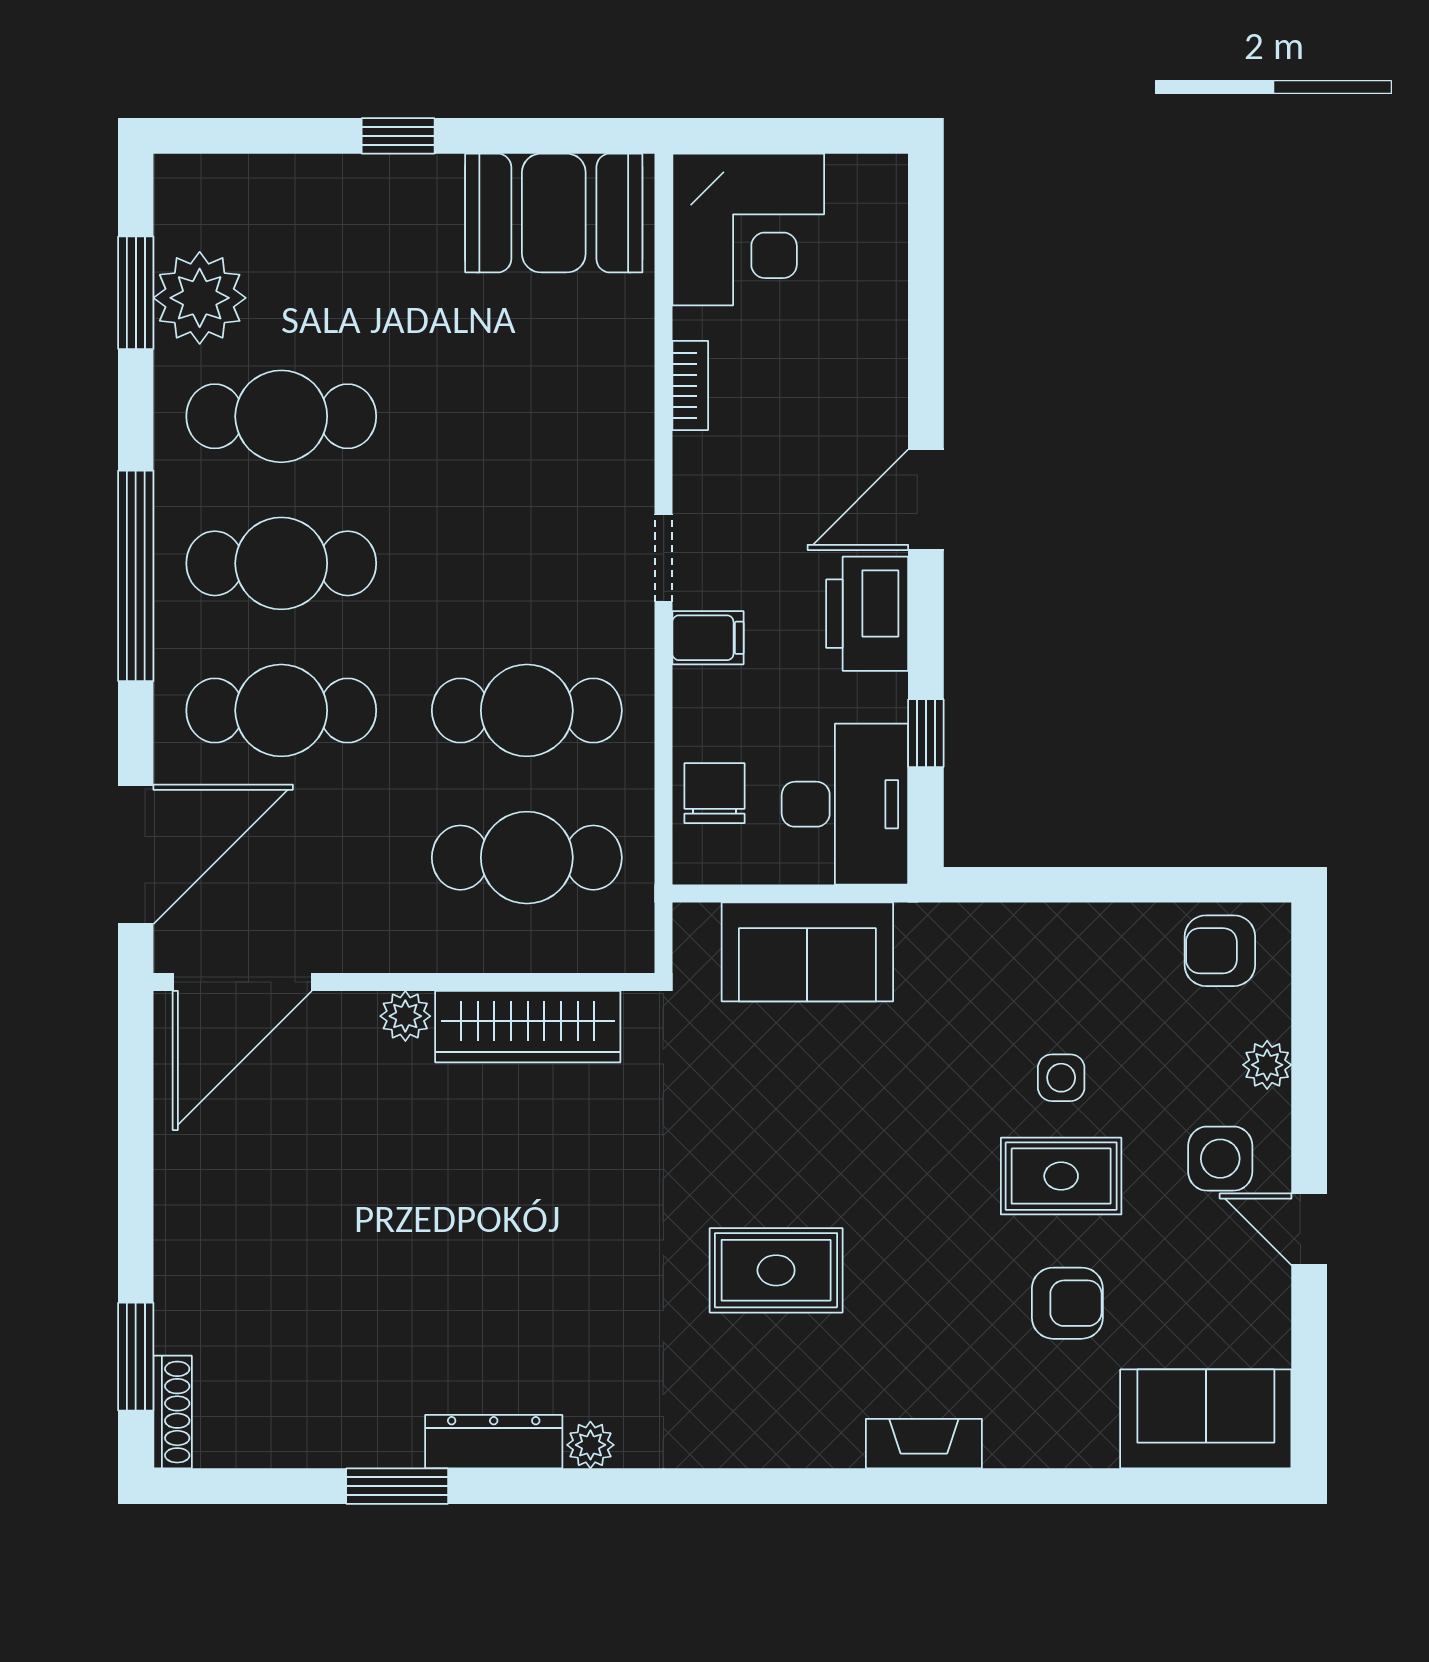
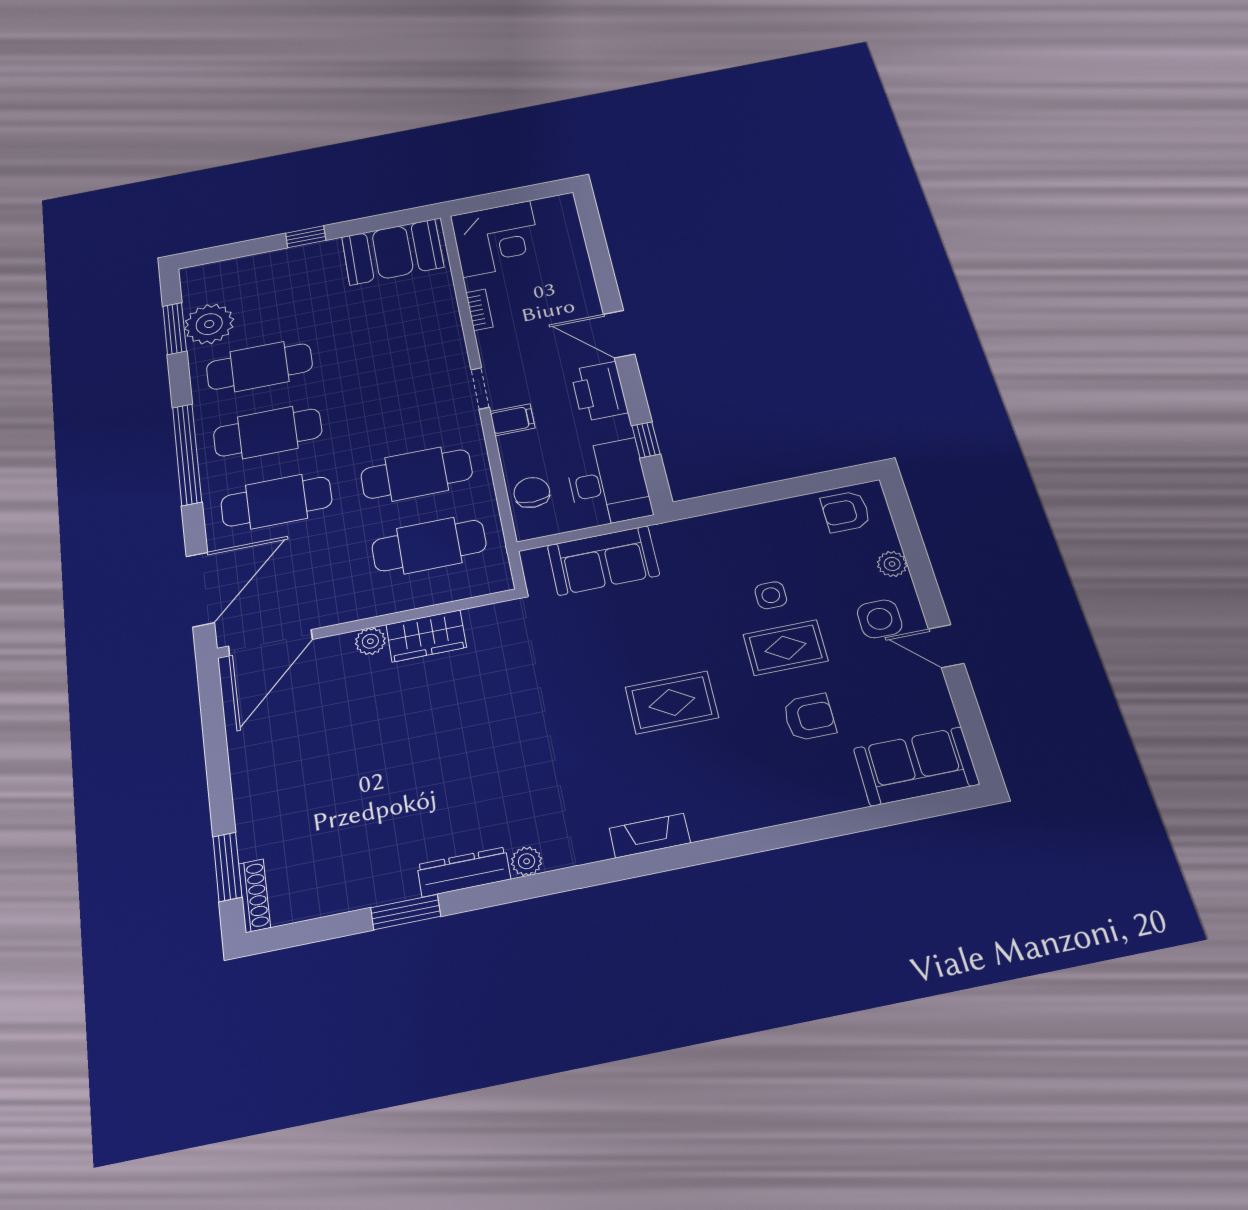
door: (926, 500) -> (619, 334), hinge flipped
wardrobe: (528, 1027) -> (426, 636), width x0.67
rug: (776, 1270) -> (672, 702), moved
fireplace: (924, 1444) -> (650, 836), moved

